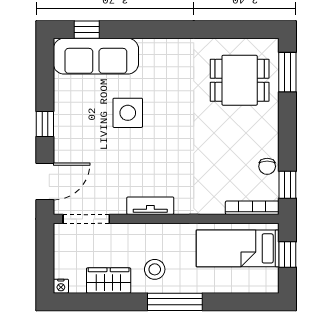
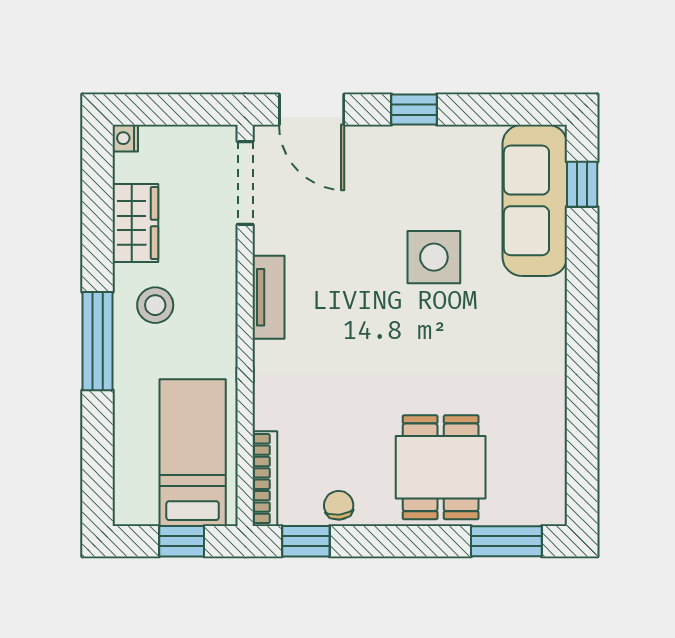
dining table: (240, 80) -> (441, 467), moved
chair: (267, 166) -> (339, 505), turned 84

